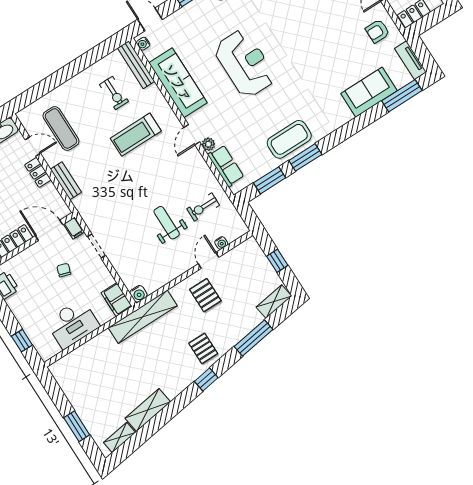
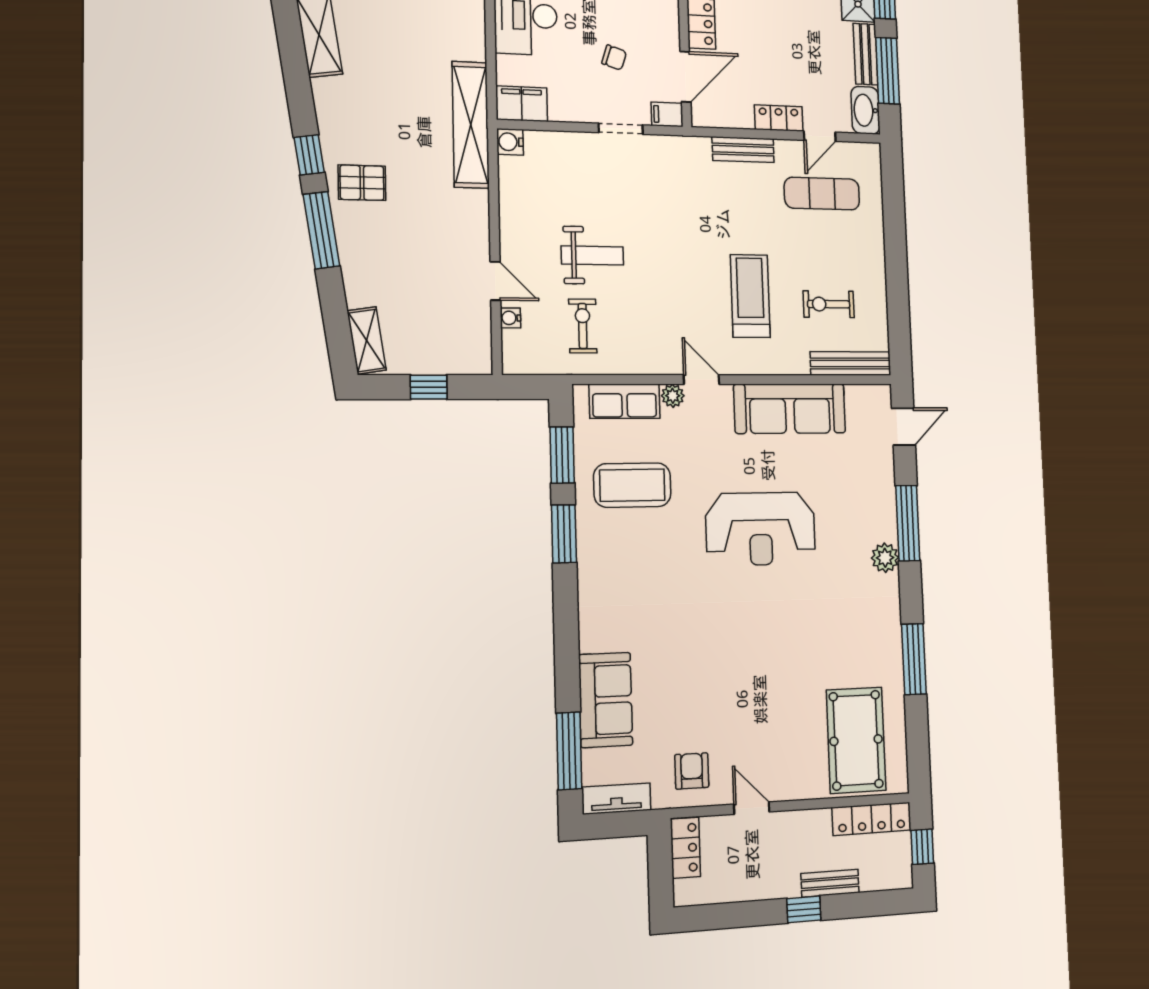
water cooler: (143, 44) -> (875, 394), removed
coffee table: (289, 139) -> (632, 485), moved, turned 90
pallet: (205, 295) -> (444, 241), removed
window: (254, 338) -> (321, 230), moved

